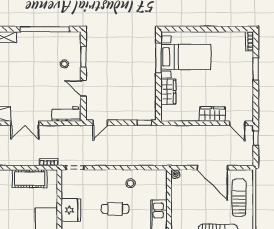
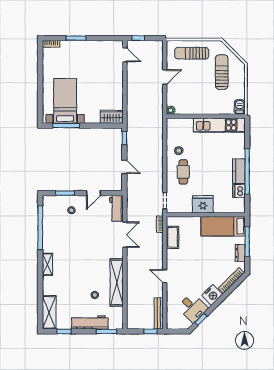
wardrobe: (168, 92) -> (112, 117), moved
wardrobe: (212, 114) -> (117, 77), removed
double door: (25, 123) -> (125, 235), moved
door: (100, 123) -> (124, 167), moved
door: (237, 123) -> (125, 55), hinge flipped
door: (212, 168) -> (165, 77), width x0.53
cot: (30, 179) -> (173, 237), width x0.73, depth x0.75
cafe table: (115, 209) -> (183, 172), moved

